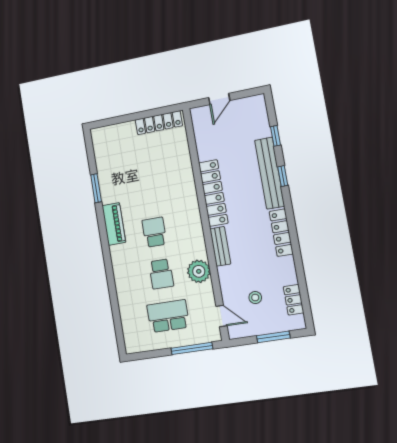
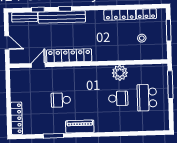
locker: (159, 123) -> (17, 118), moved
school desk: (154, 232) -> (61, 100), moved
locker: (281, 233) -> (120, 15), moved
bench: (220, 246) -> (25, 17), moved
door: (221, 316) -> (38, 65), moved

